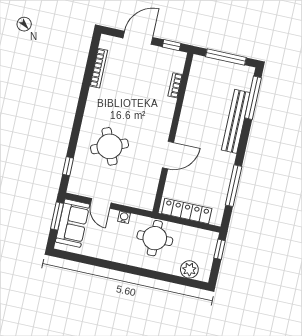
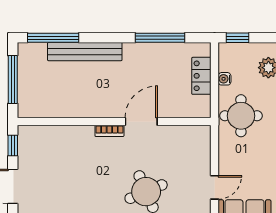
bookcase: (175, 85) -> (109, 131), moved
door: (168, 155) -> (141, 122), hinge flipped
locker: (187, 211) -> (201, 76), width x0.66
water cooler: (124, 217) -> (225, 79), moved

